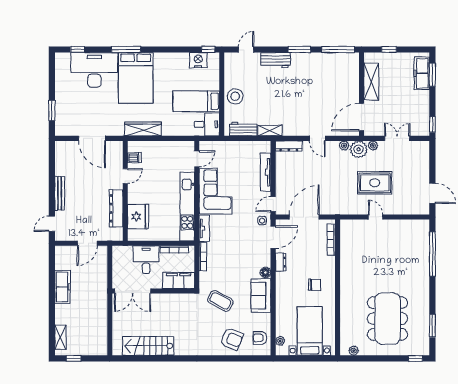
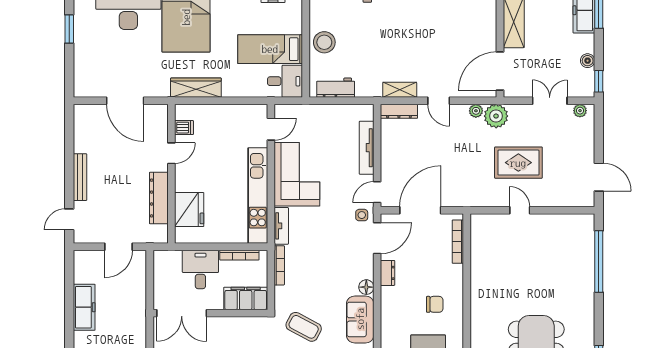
window: (52, 110) -> (69, 29), moved
boiler: (424, 110) -> (588, 61), added
shelving: (270, 131) -> (400, 90), moved
plant: (373, 146) -> (580, 111), moved

